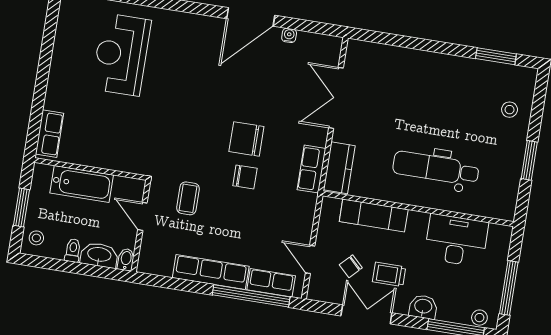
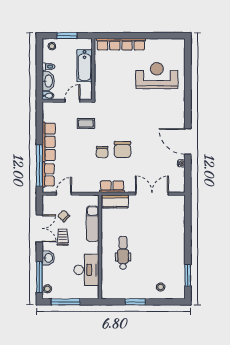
row of seats: (50, 134) -> (121, 44), width x2.02
chair: (246, 139) -> (122, 149), turned 180
dental chair: (436, 168) -> (123, 253), width x0.73, depth x0.72

